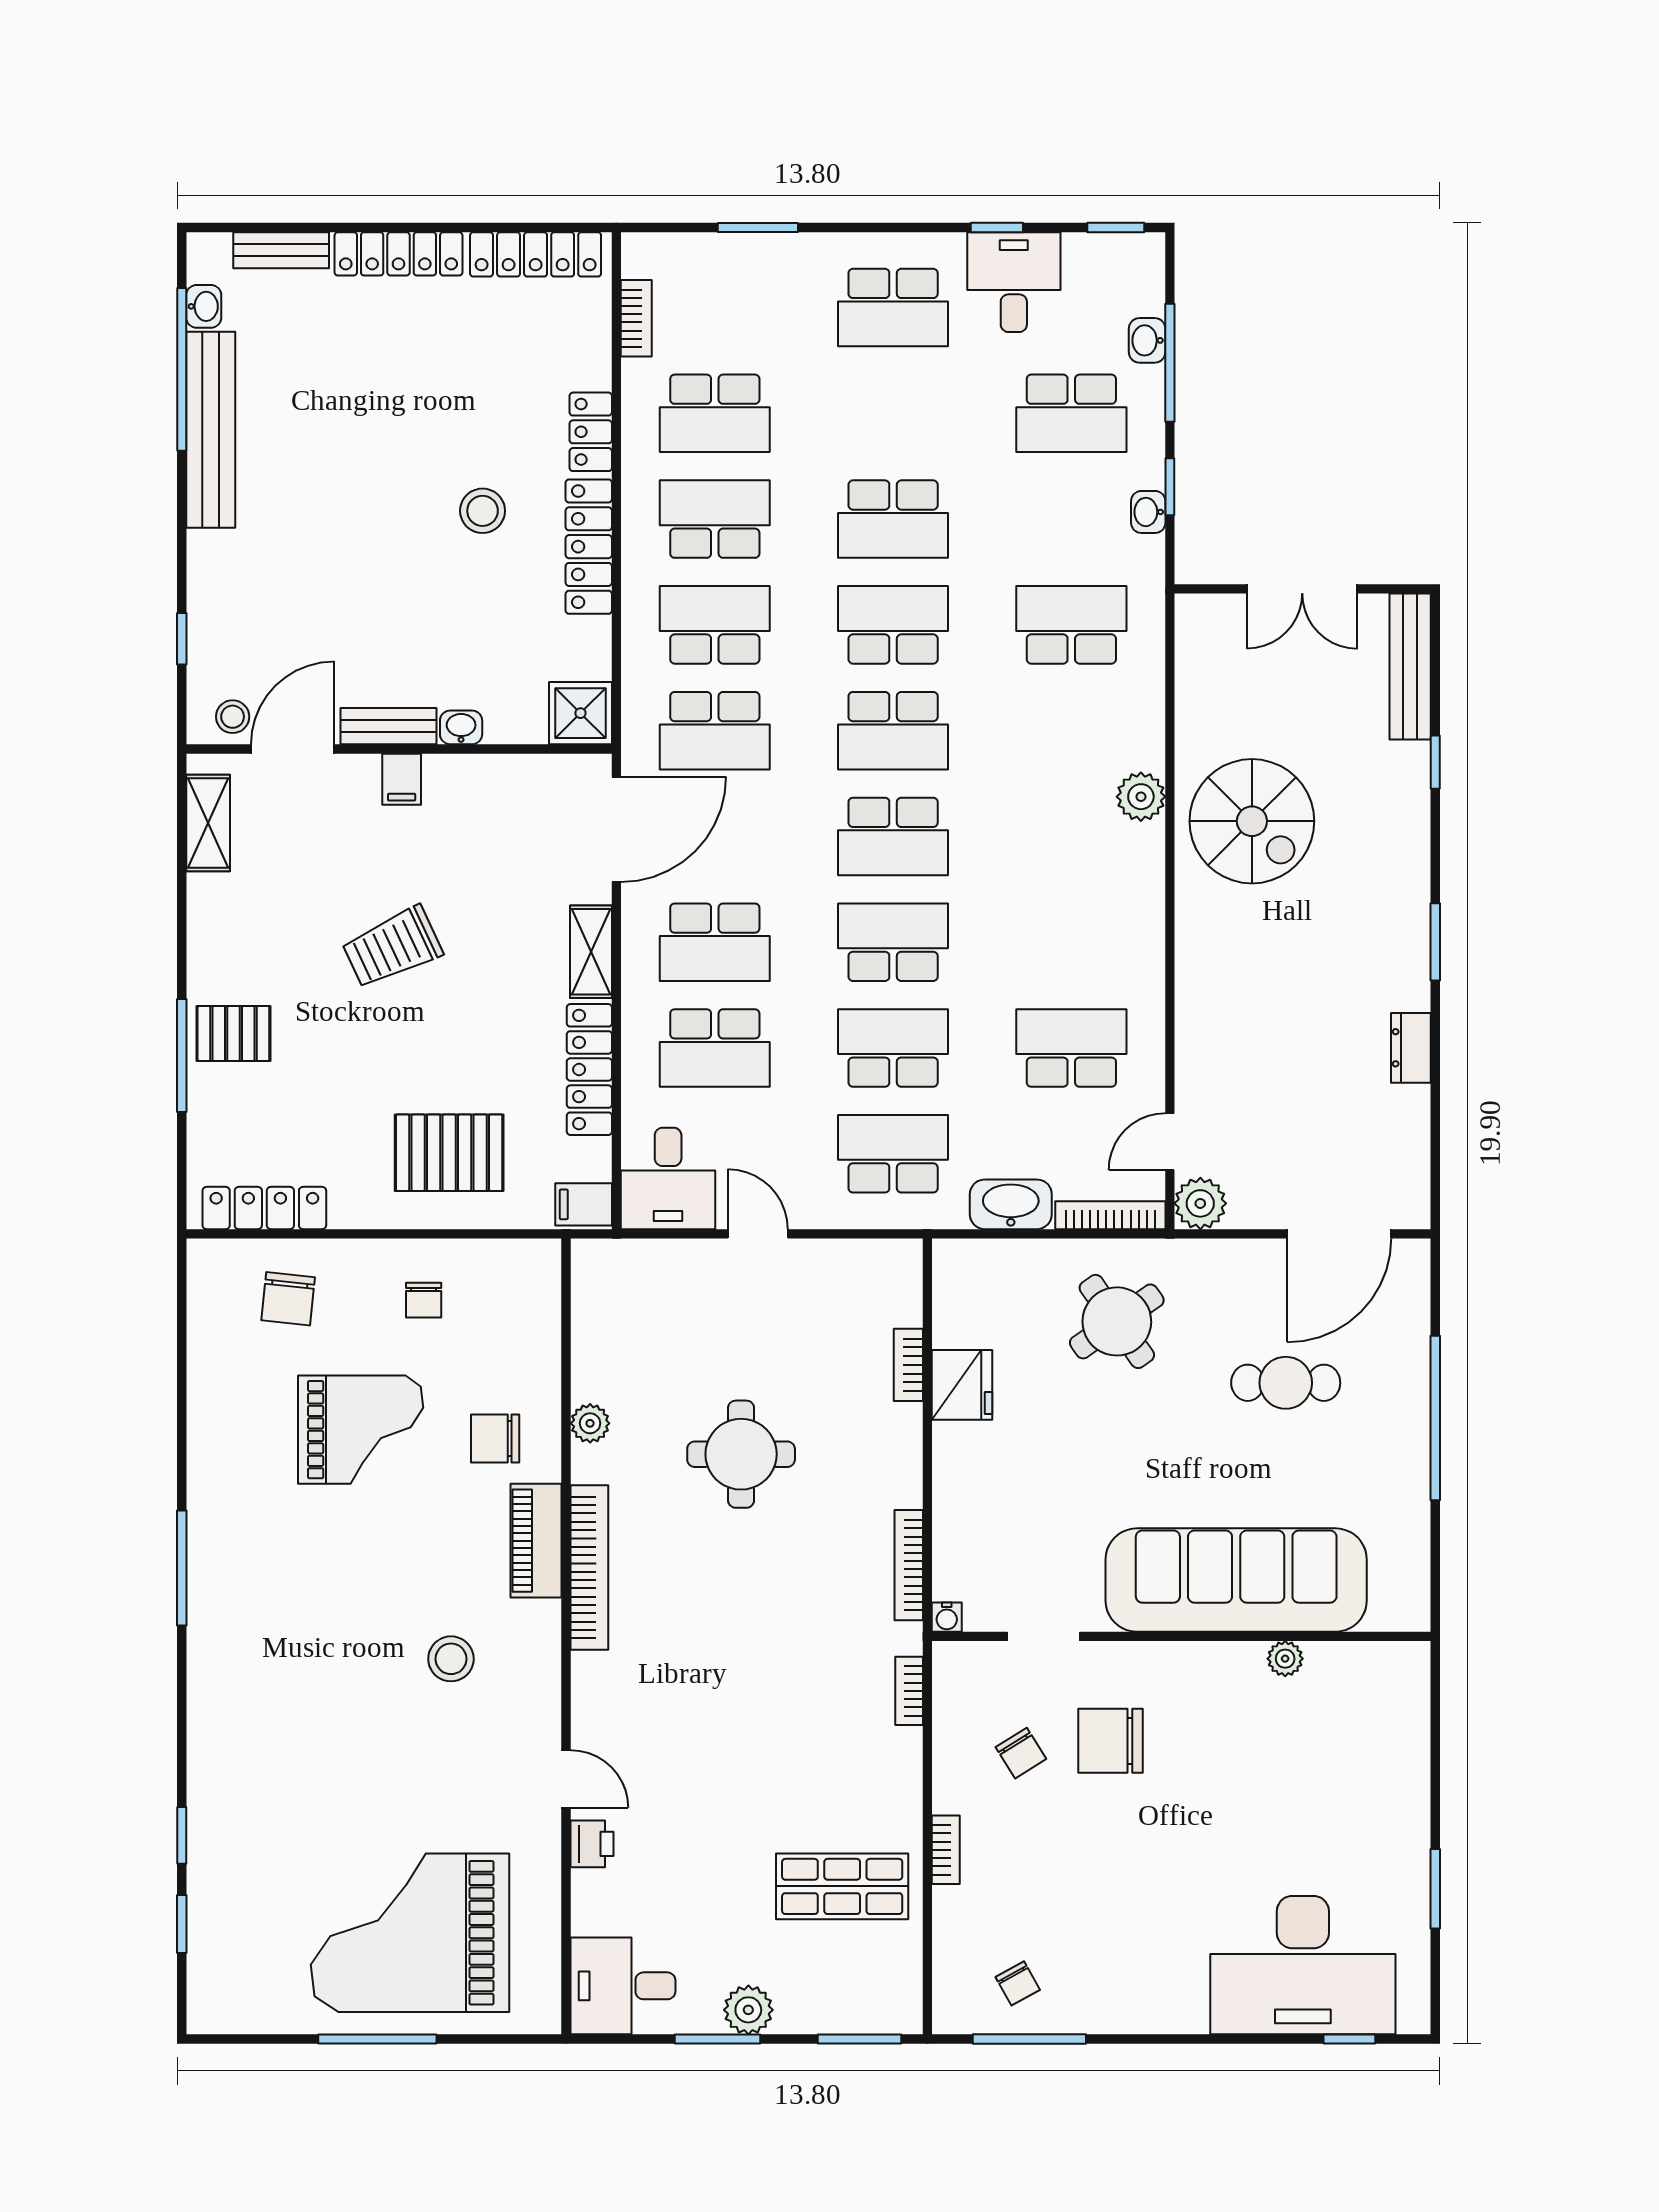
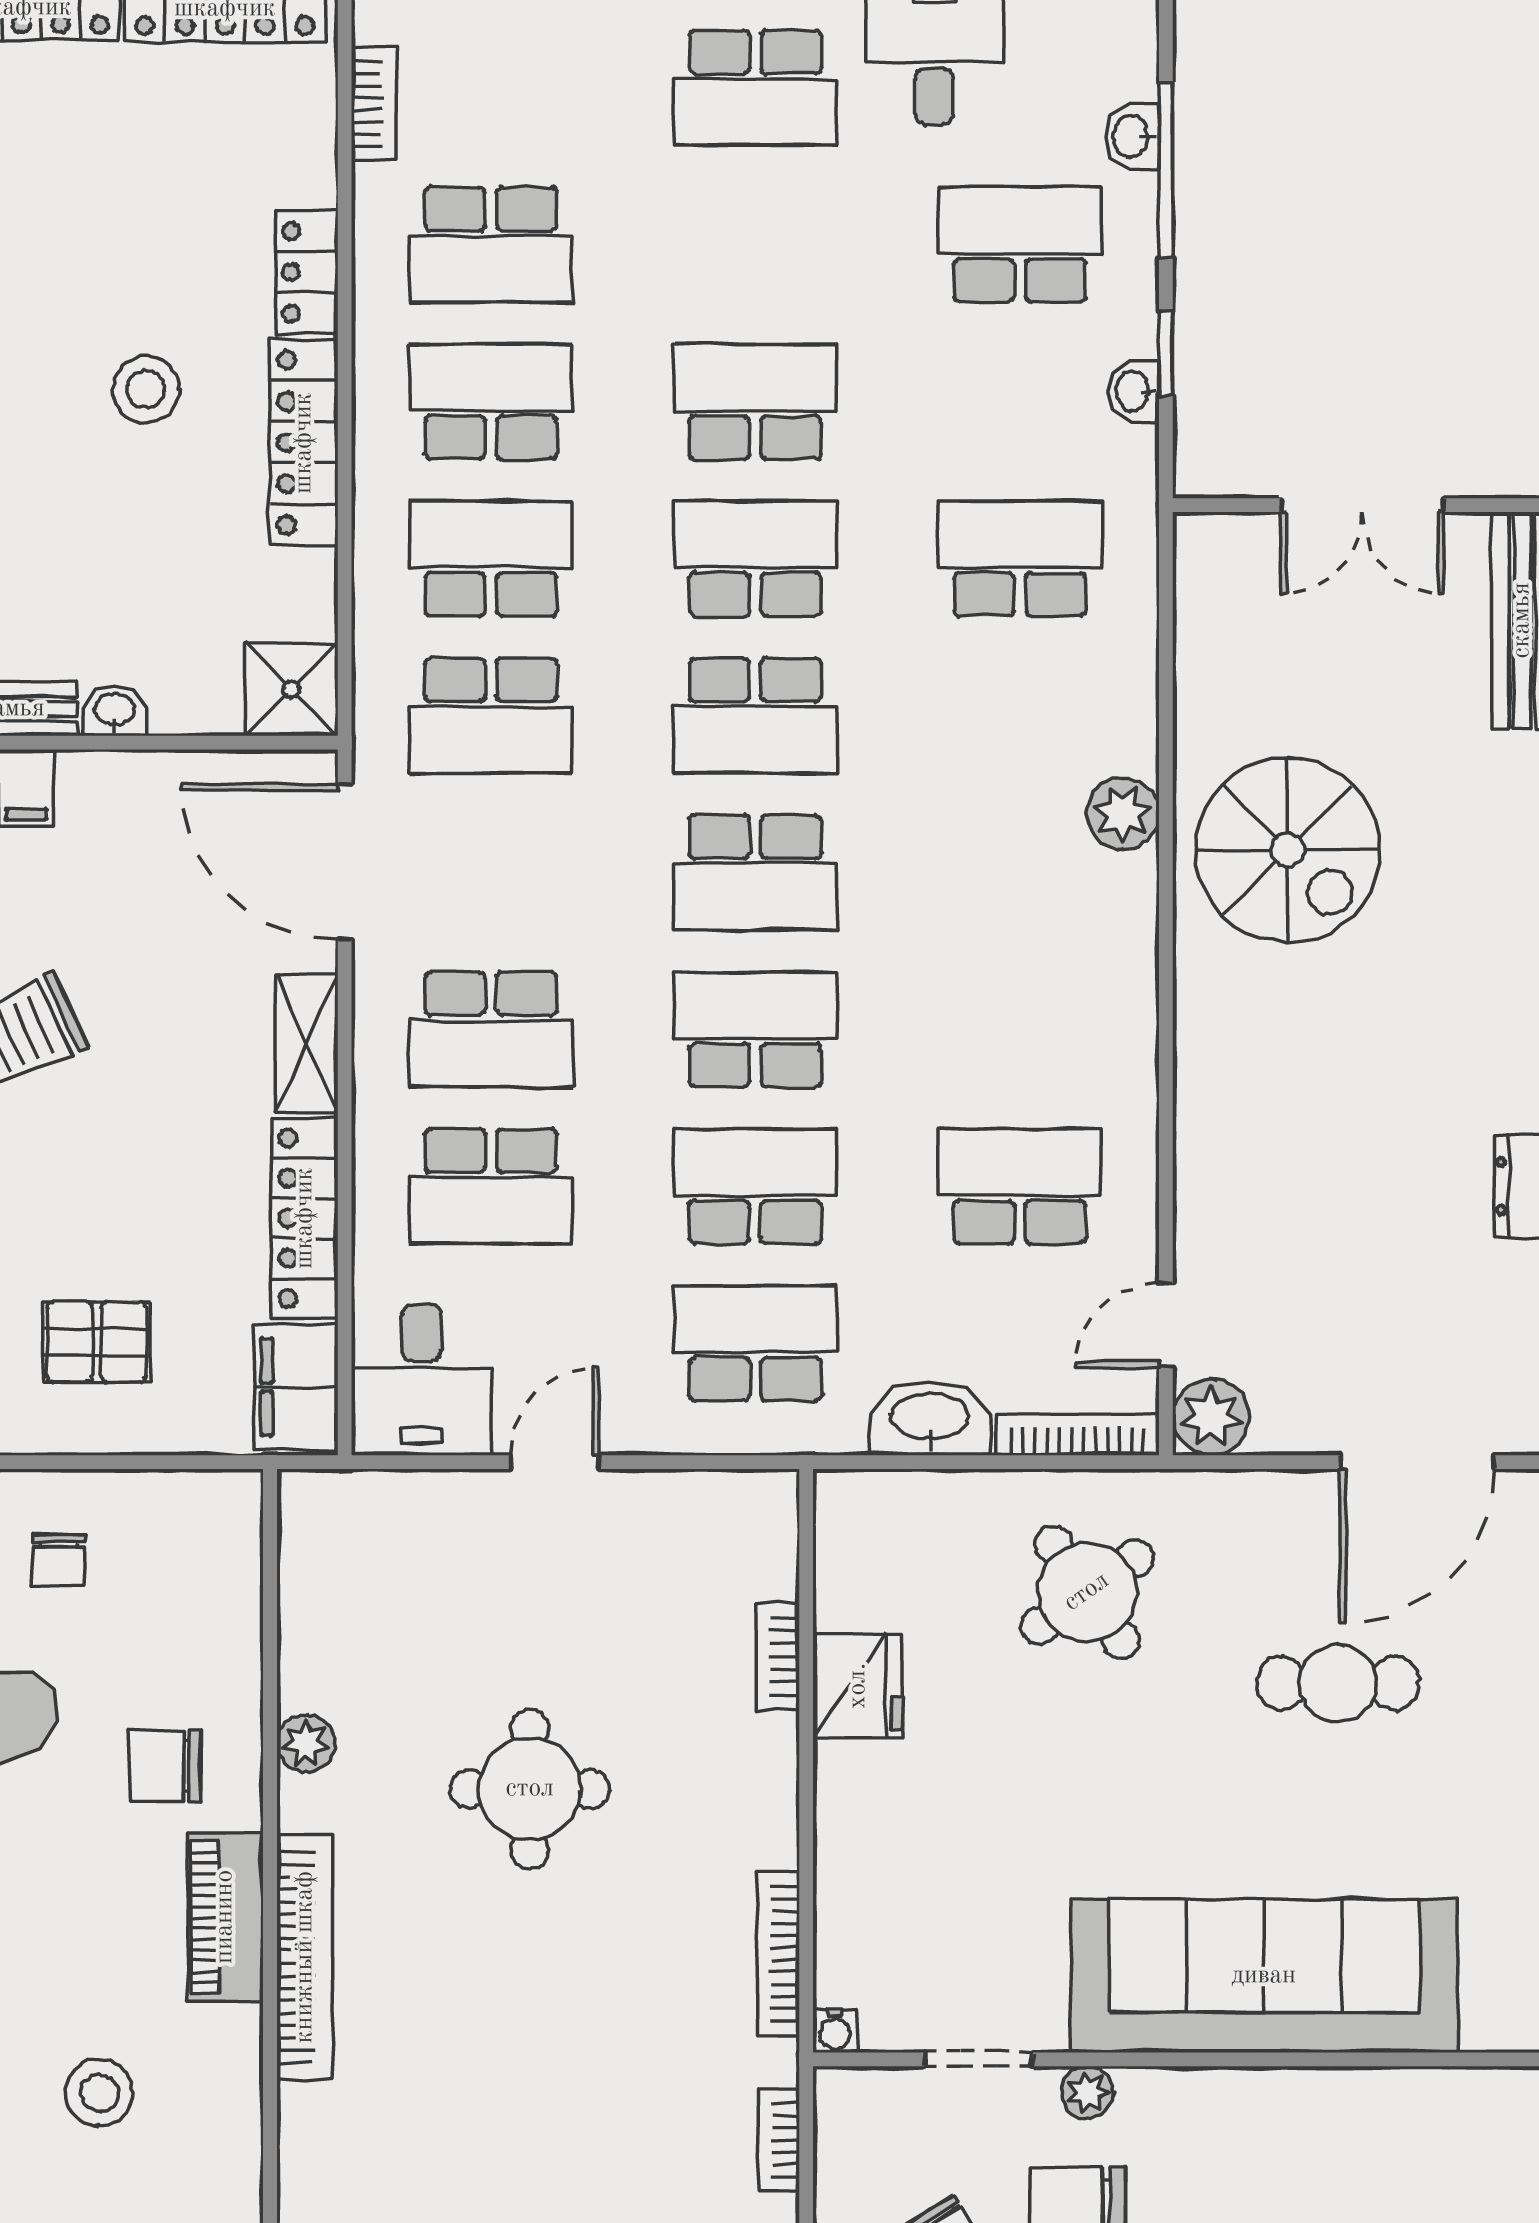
school desk: (1071, 413) -> (1020, 245), turned 180
school desk: (893, 519) -> (755, 402), turned 180
door: (616, 829) -> (345, 862), swing flipped
pallet: (449, 1153) -> (97, 1342), width x0.67, depth x0.71
filing cabinet: (584, 1204) -> (296, 1387), width x2.00
door: (758, 1234) -> (555, 1462), hinge flipped
plant: (1285, 1659) -> (1087, 2092), moved

